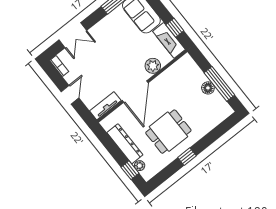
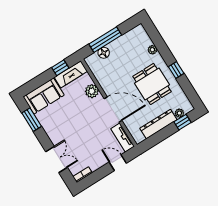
window: (219, 84) -> (105, 40), moved
floor lamp: (208, 88) -> (104, 53), moved
door: (70, 95) -> (118, 163), moved
plant: (206, 128) -> (152, 50), added

